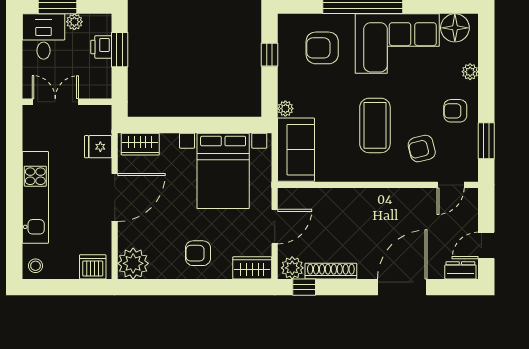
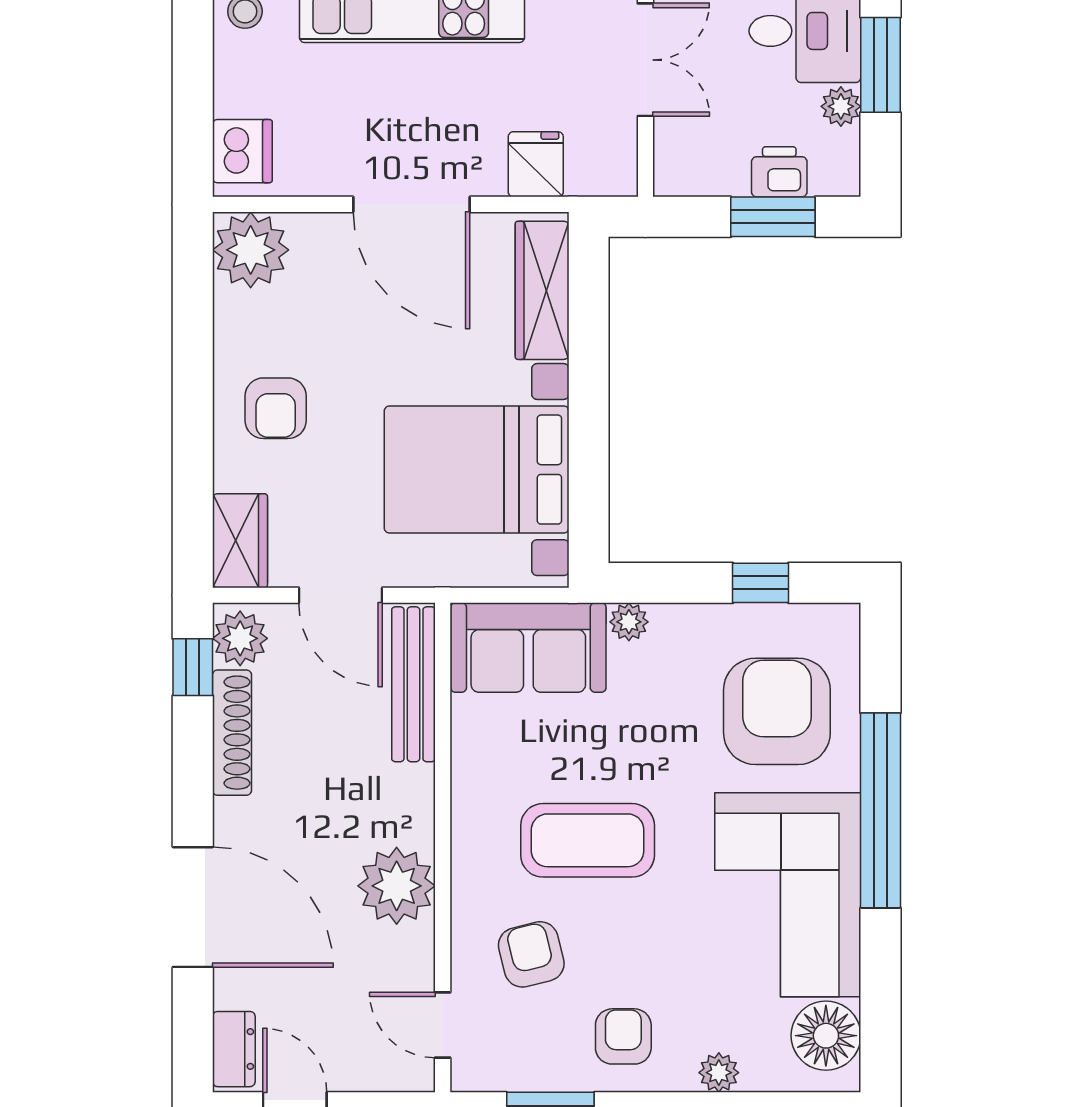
armchair: (322, 48) -> (777, 711), width x1.36, depth x1.36
wardrobe: (140, 144) -> (542, 290), width x1.50
bench: (311, 197) -> (413, 684), added
plant: (394, 204) -> (397, 886), added
armchair: (198, 253) -> (276, 408), turned 180

